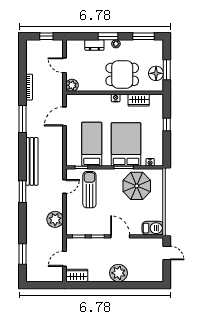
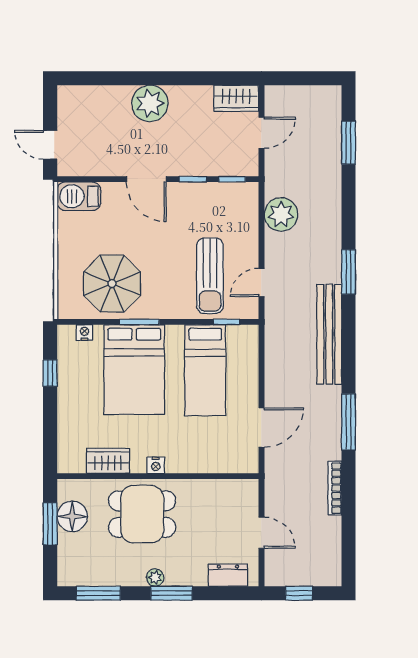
dresser: (94, 45) -> (228, 575), moved
plant: (72, 85) -> (246, 492), removed
window: (167, 125) -> (50, 373), moved

